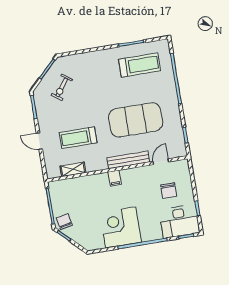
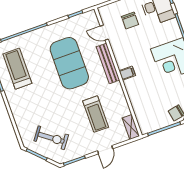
exercise bike: (62, 87) -> (51, 138), width x1.38, depth x1.39
shelving: (73, 169) -> (131, 127), moved
chair: (169, 191) -> (130, 20), turned 90

